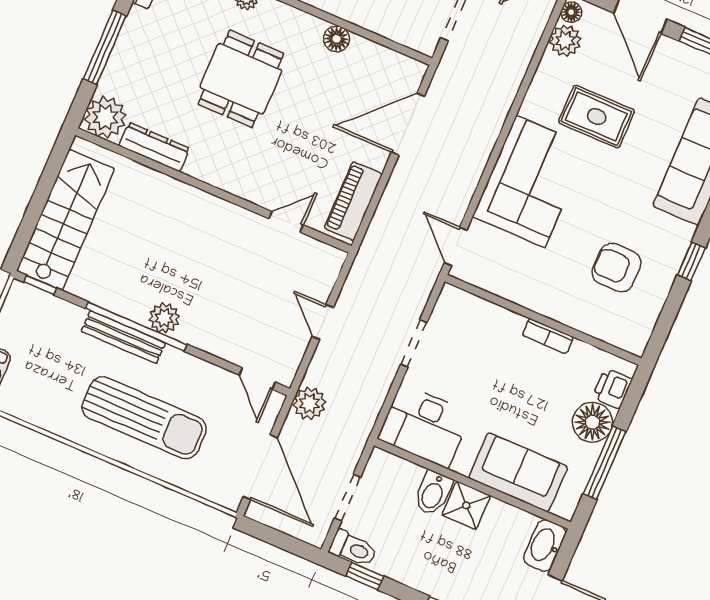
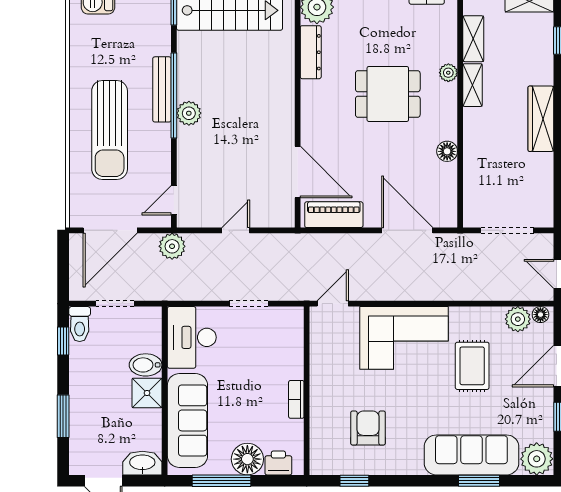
door: (286, 222) -> (298, 172), width x1.88
window: (691, 261) -> (354, 481), moved
sofa: (518, 472) -> (187, 420), width x1.36

